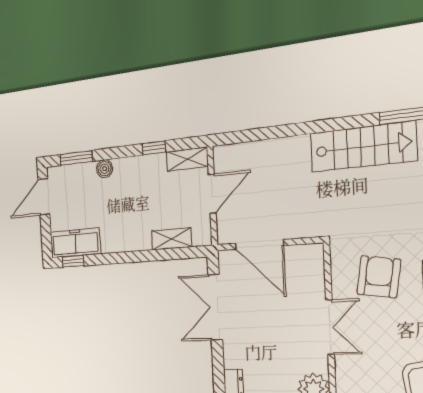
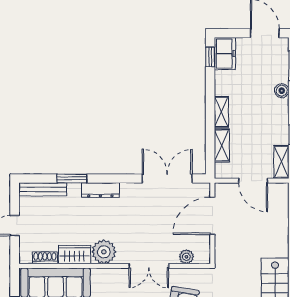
freezer: (75, 243) -> (225, 54), width x0.71
shelving: (133, 243) -> (221, 112), added
plant: (315, 276) -> (186, 257), added

